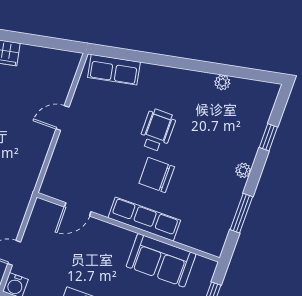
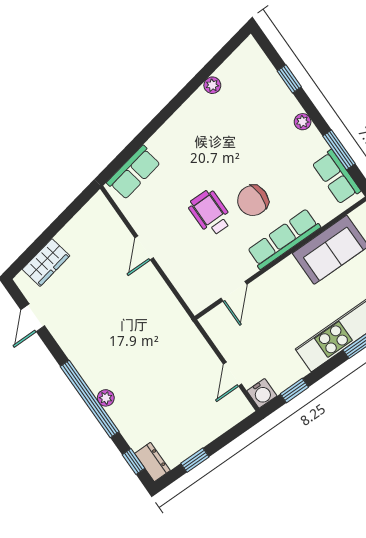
wheelchair: (157, 130) -> (210, 213), moved
row of seats: (219, 226) -> (336, 177), added

